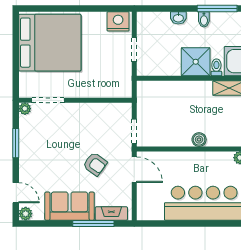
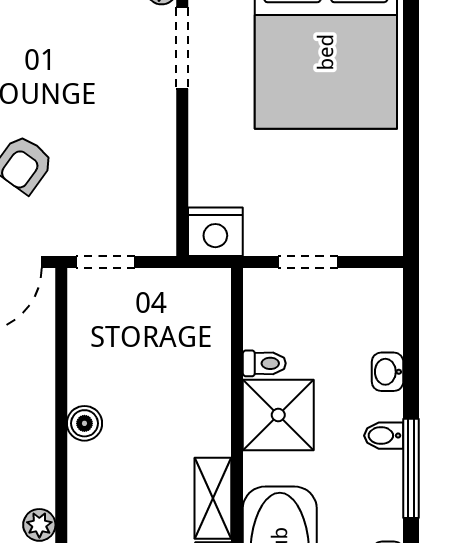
nightstand: (118, 21) -> (215, 232), moved, turned 90
toilet: (216, 67) -> (264, 363), moved

